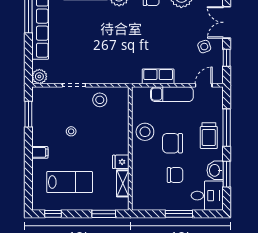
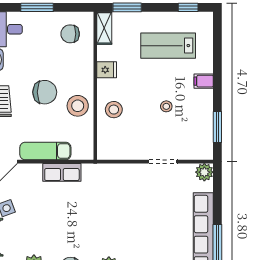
stool: (100, 100) -> (114, 110), moved
chair: (175, 175) -> (70, 34), moved
shelving: (123, 183) -> (104, 28), moved

